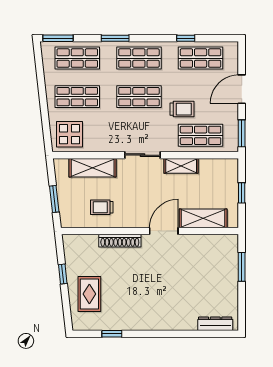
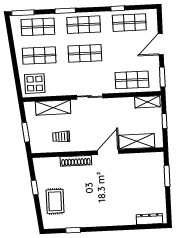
trolley: (182, 109) -> (117, 61), removed
shelving: (181, 166) -> (147, 102), moved

